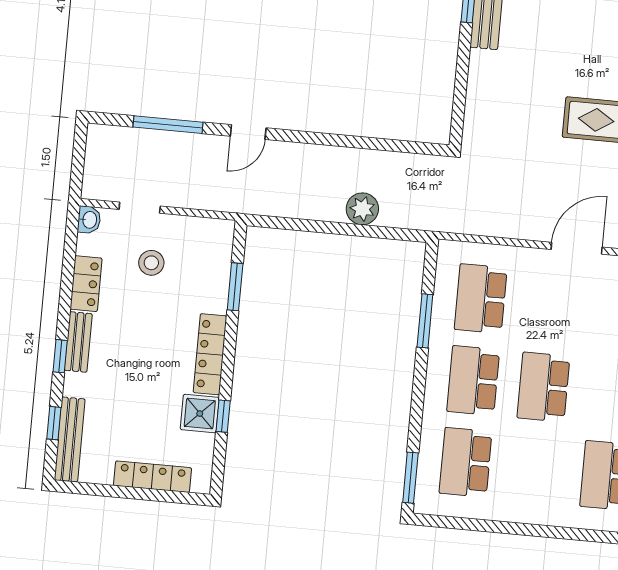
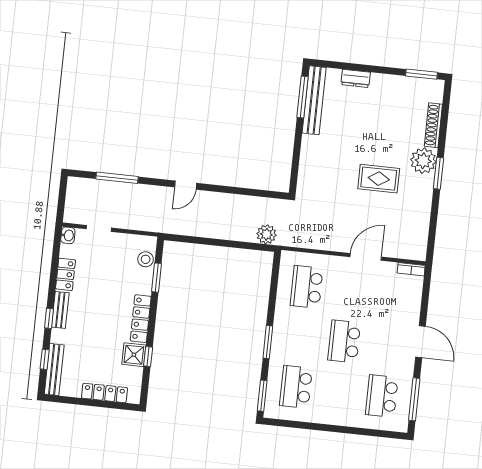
door: (248, 132) -> (186, 185), moved
plant: (362, 209) -> (266, 234), moved
stool: (151, 263) -> (146, 259), moved
window: (425, 321) -> (268, 342), moved
school desk: (473, 381) -> (301, 337), removed

